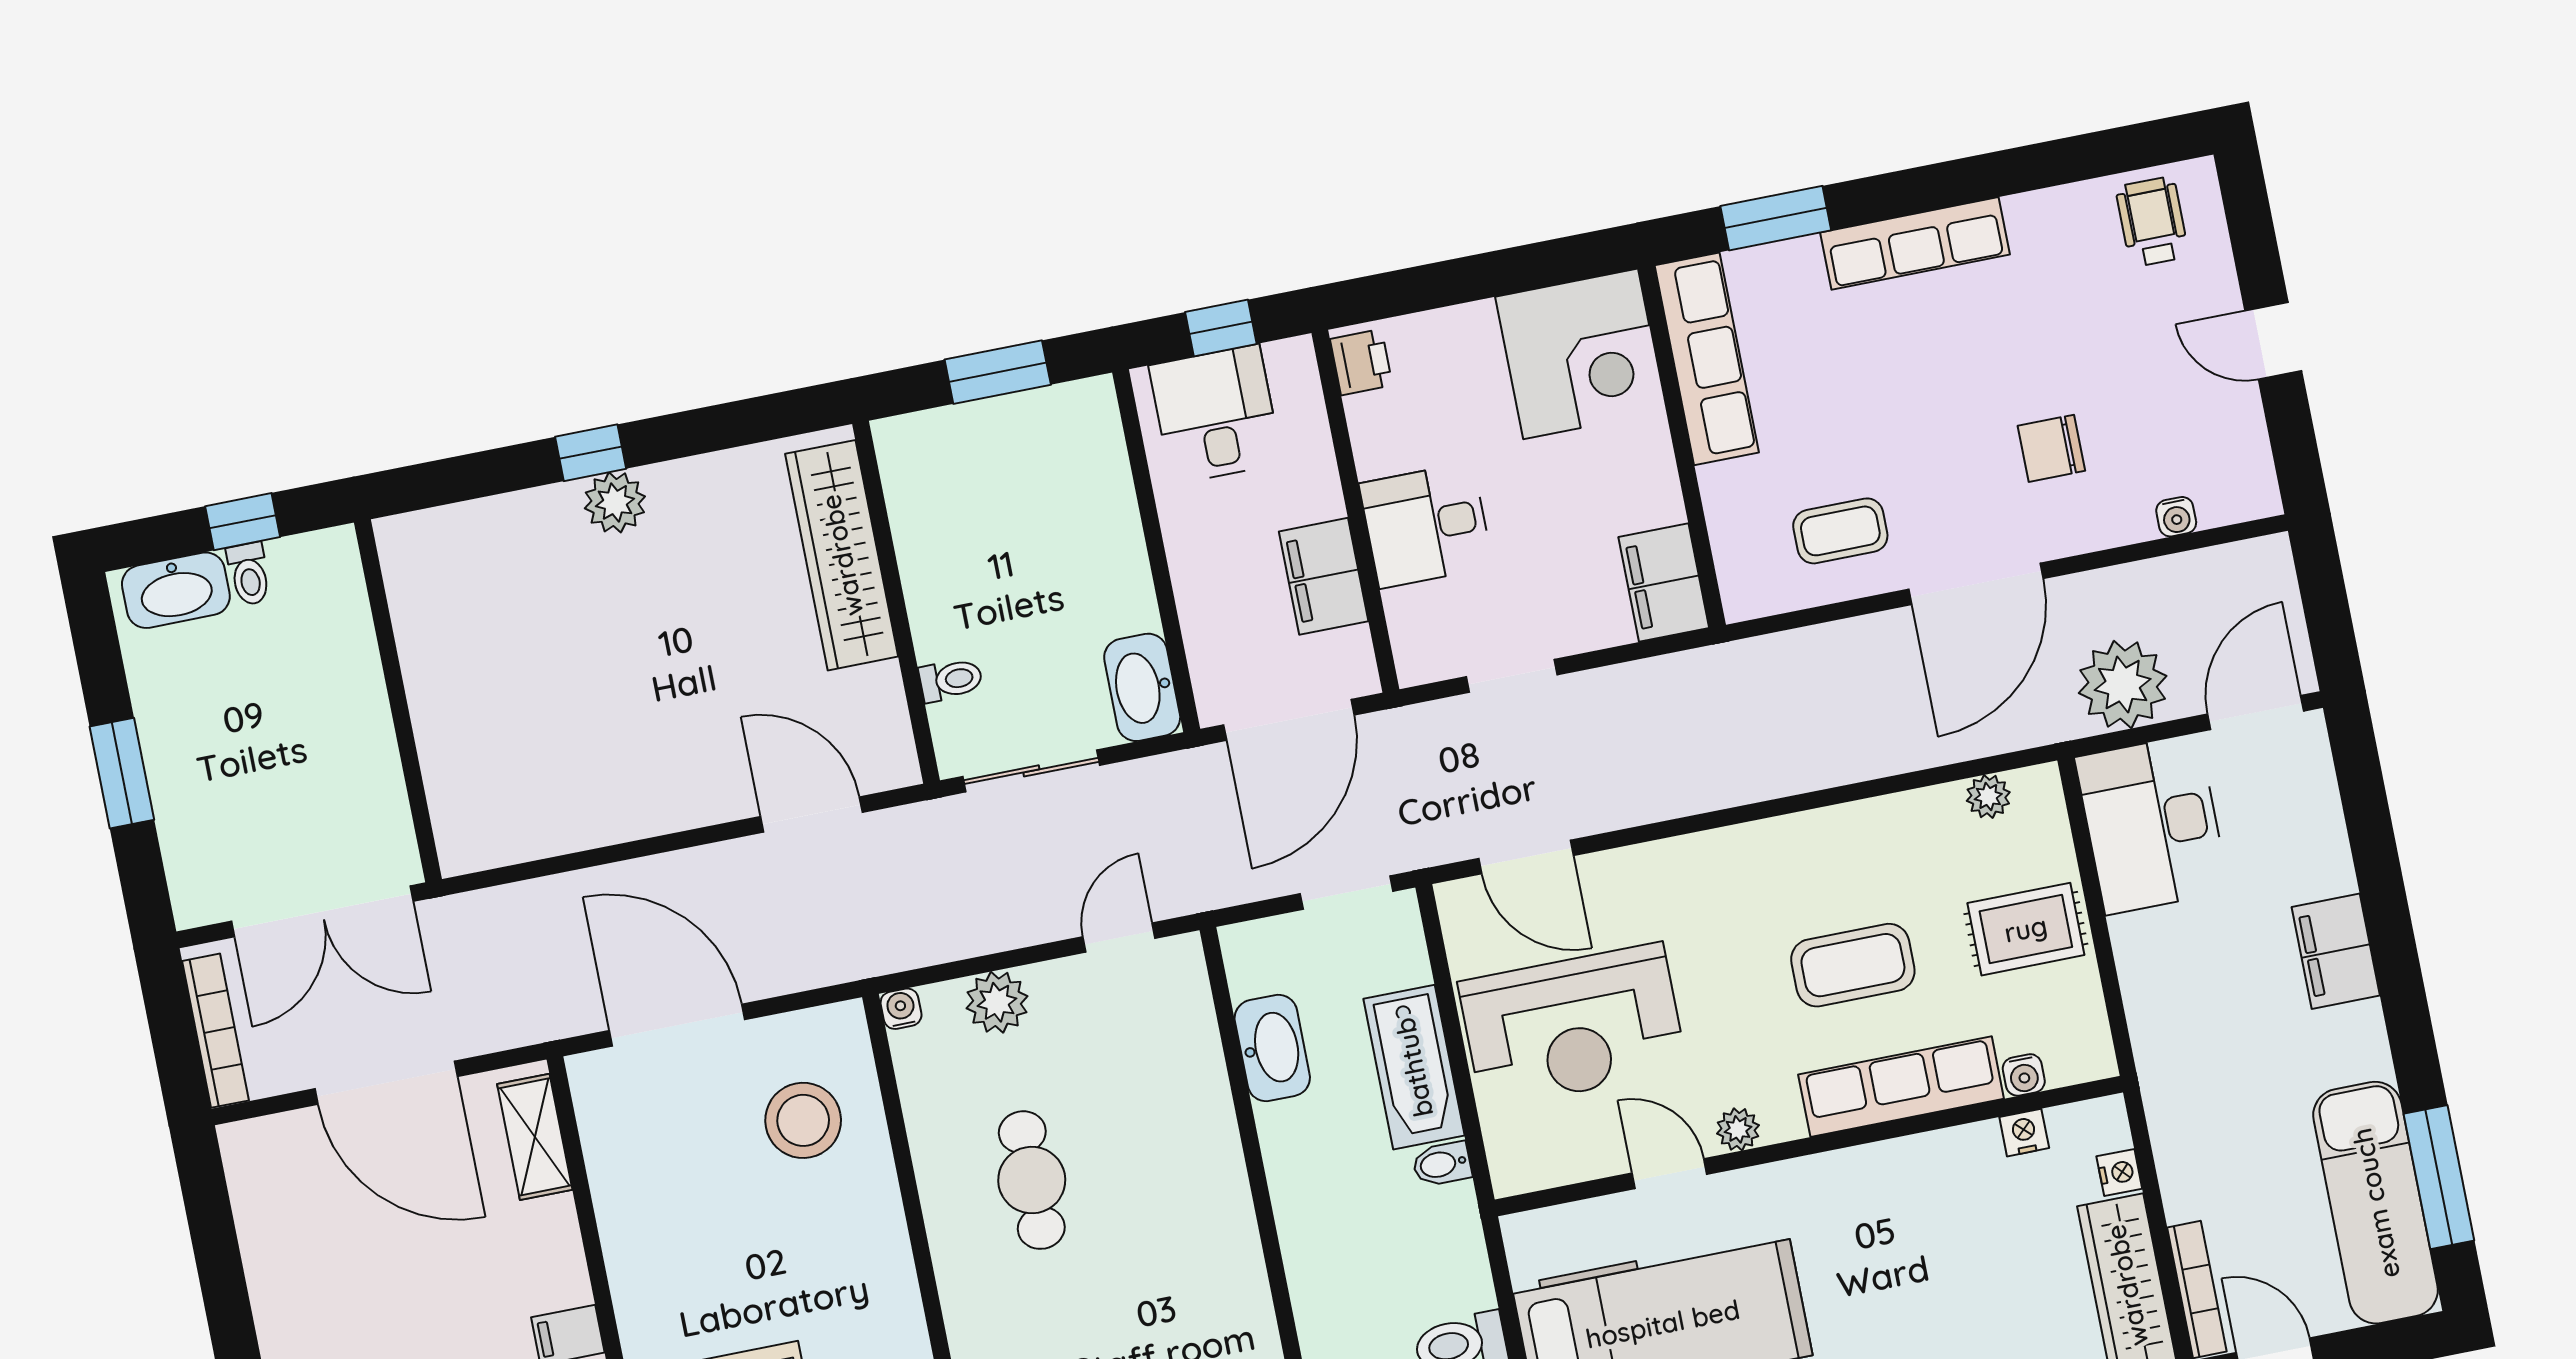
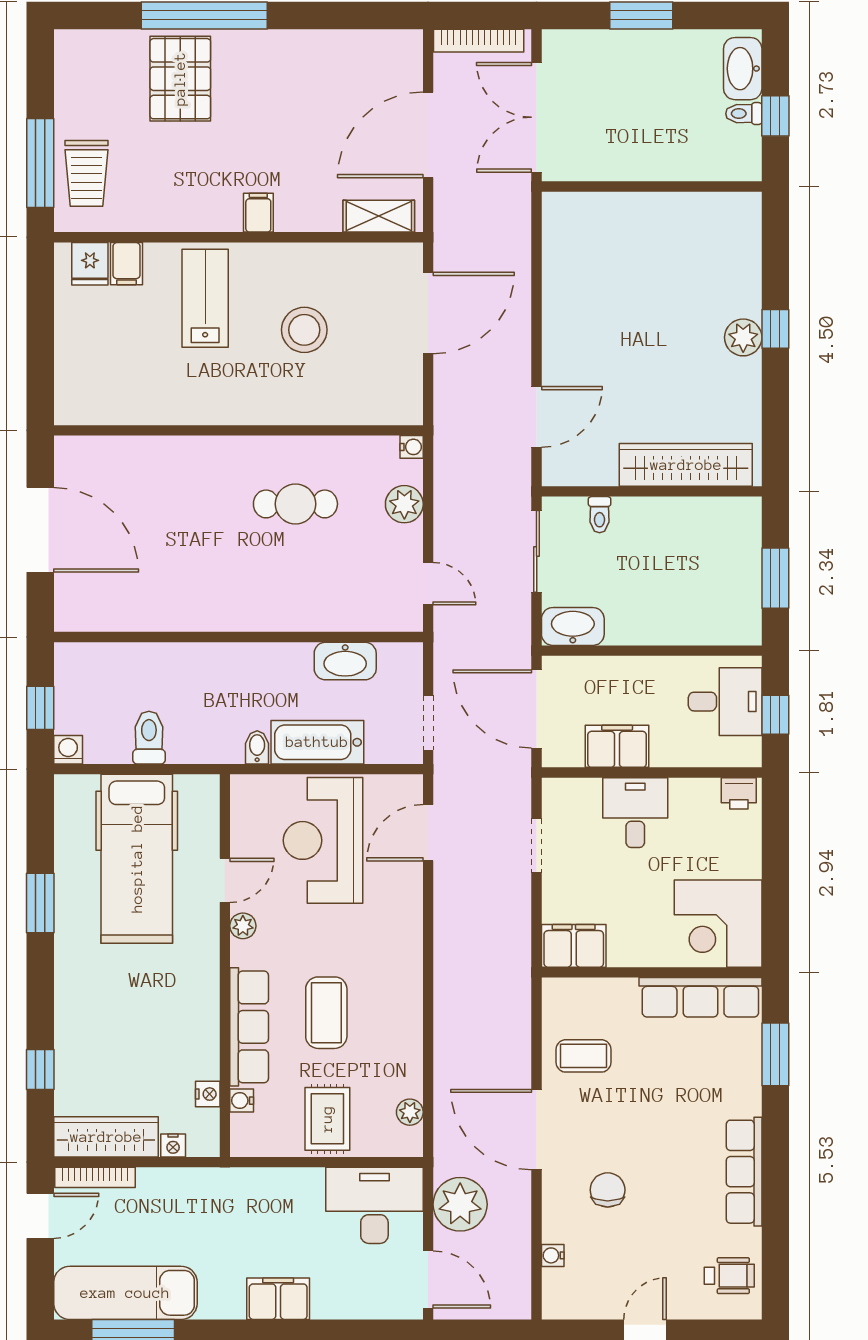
row of seats: (1915, 243) -> (744, 1172), moved
coffee table: (1840, 531) -> (583, 1056), turned 90
stool: (803, 1120) -> (304, 330), moved

